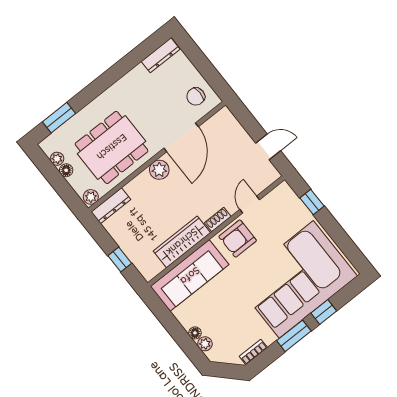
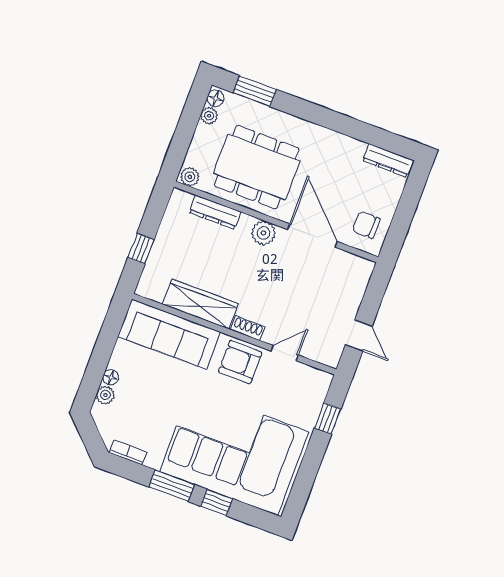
door: (181, 137) -> (313, 236), swing flipped
floor lamp: (66, 170) -> (215, 98), moved
dresser: (111, 206) -> (215, 212), moved

